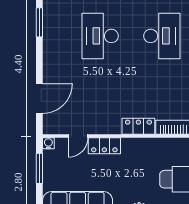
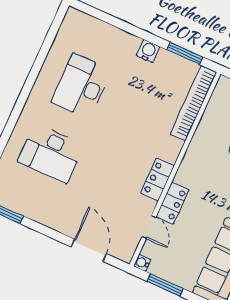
desk: (162, 36) -> (81, 86), turned -90
locker: (138, 126) -> (158, 179), moved

